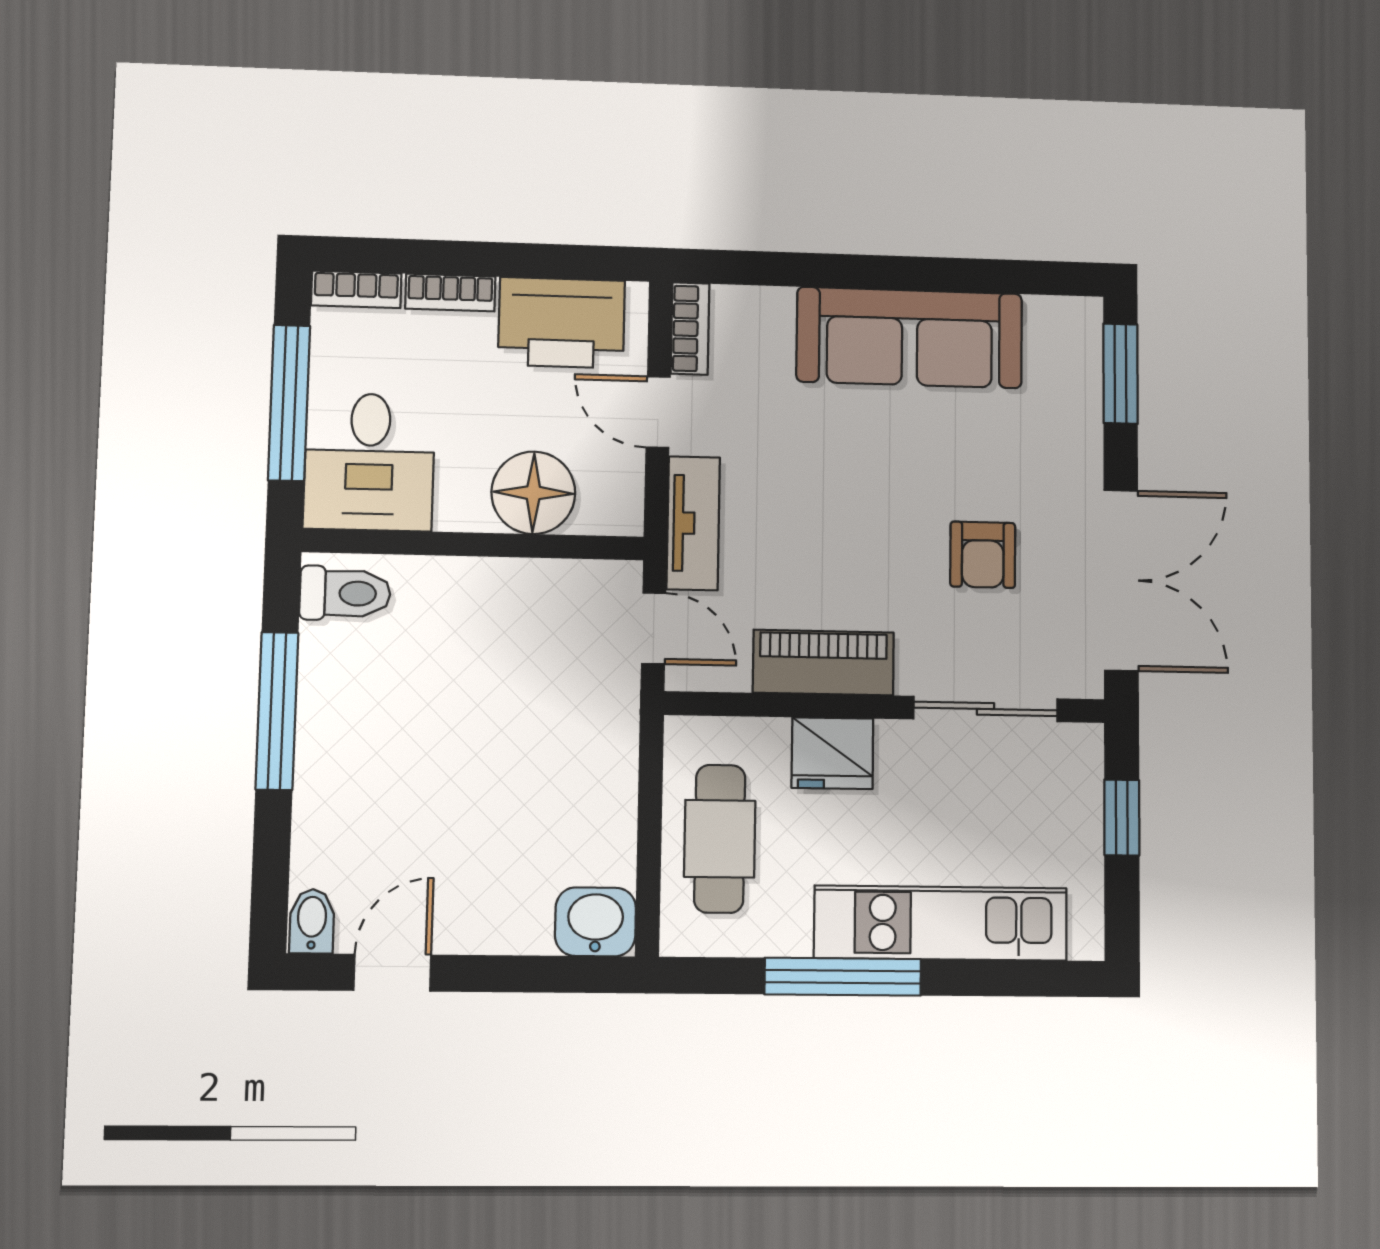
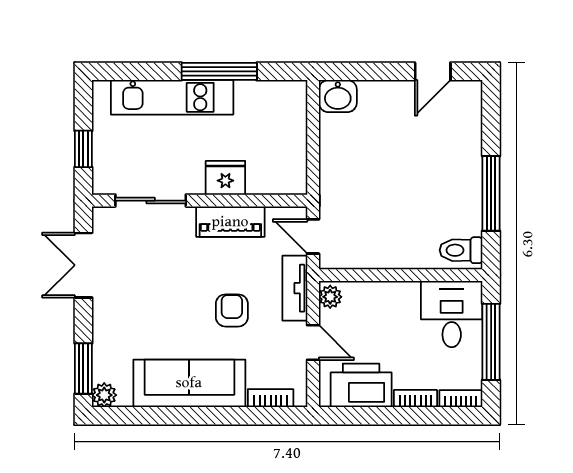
plant: (1079, 320) -> (104, 395), added
bookcase: (690, 329) -> (271, 398), moved, turned 90
floor lamp: (533, 493) -> (373, 301), removed
plant: (621, 504) -> (330, 297), added
armchair: (983, 555) -> (232, 310), moved
double door: (1121, 580) -> (83, 265), width x0.73
cafe table: (720, 839) -> (279, 136), removed
bidet: (312, 921) -> (471, 95), removed

